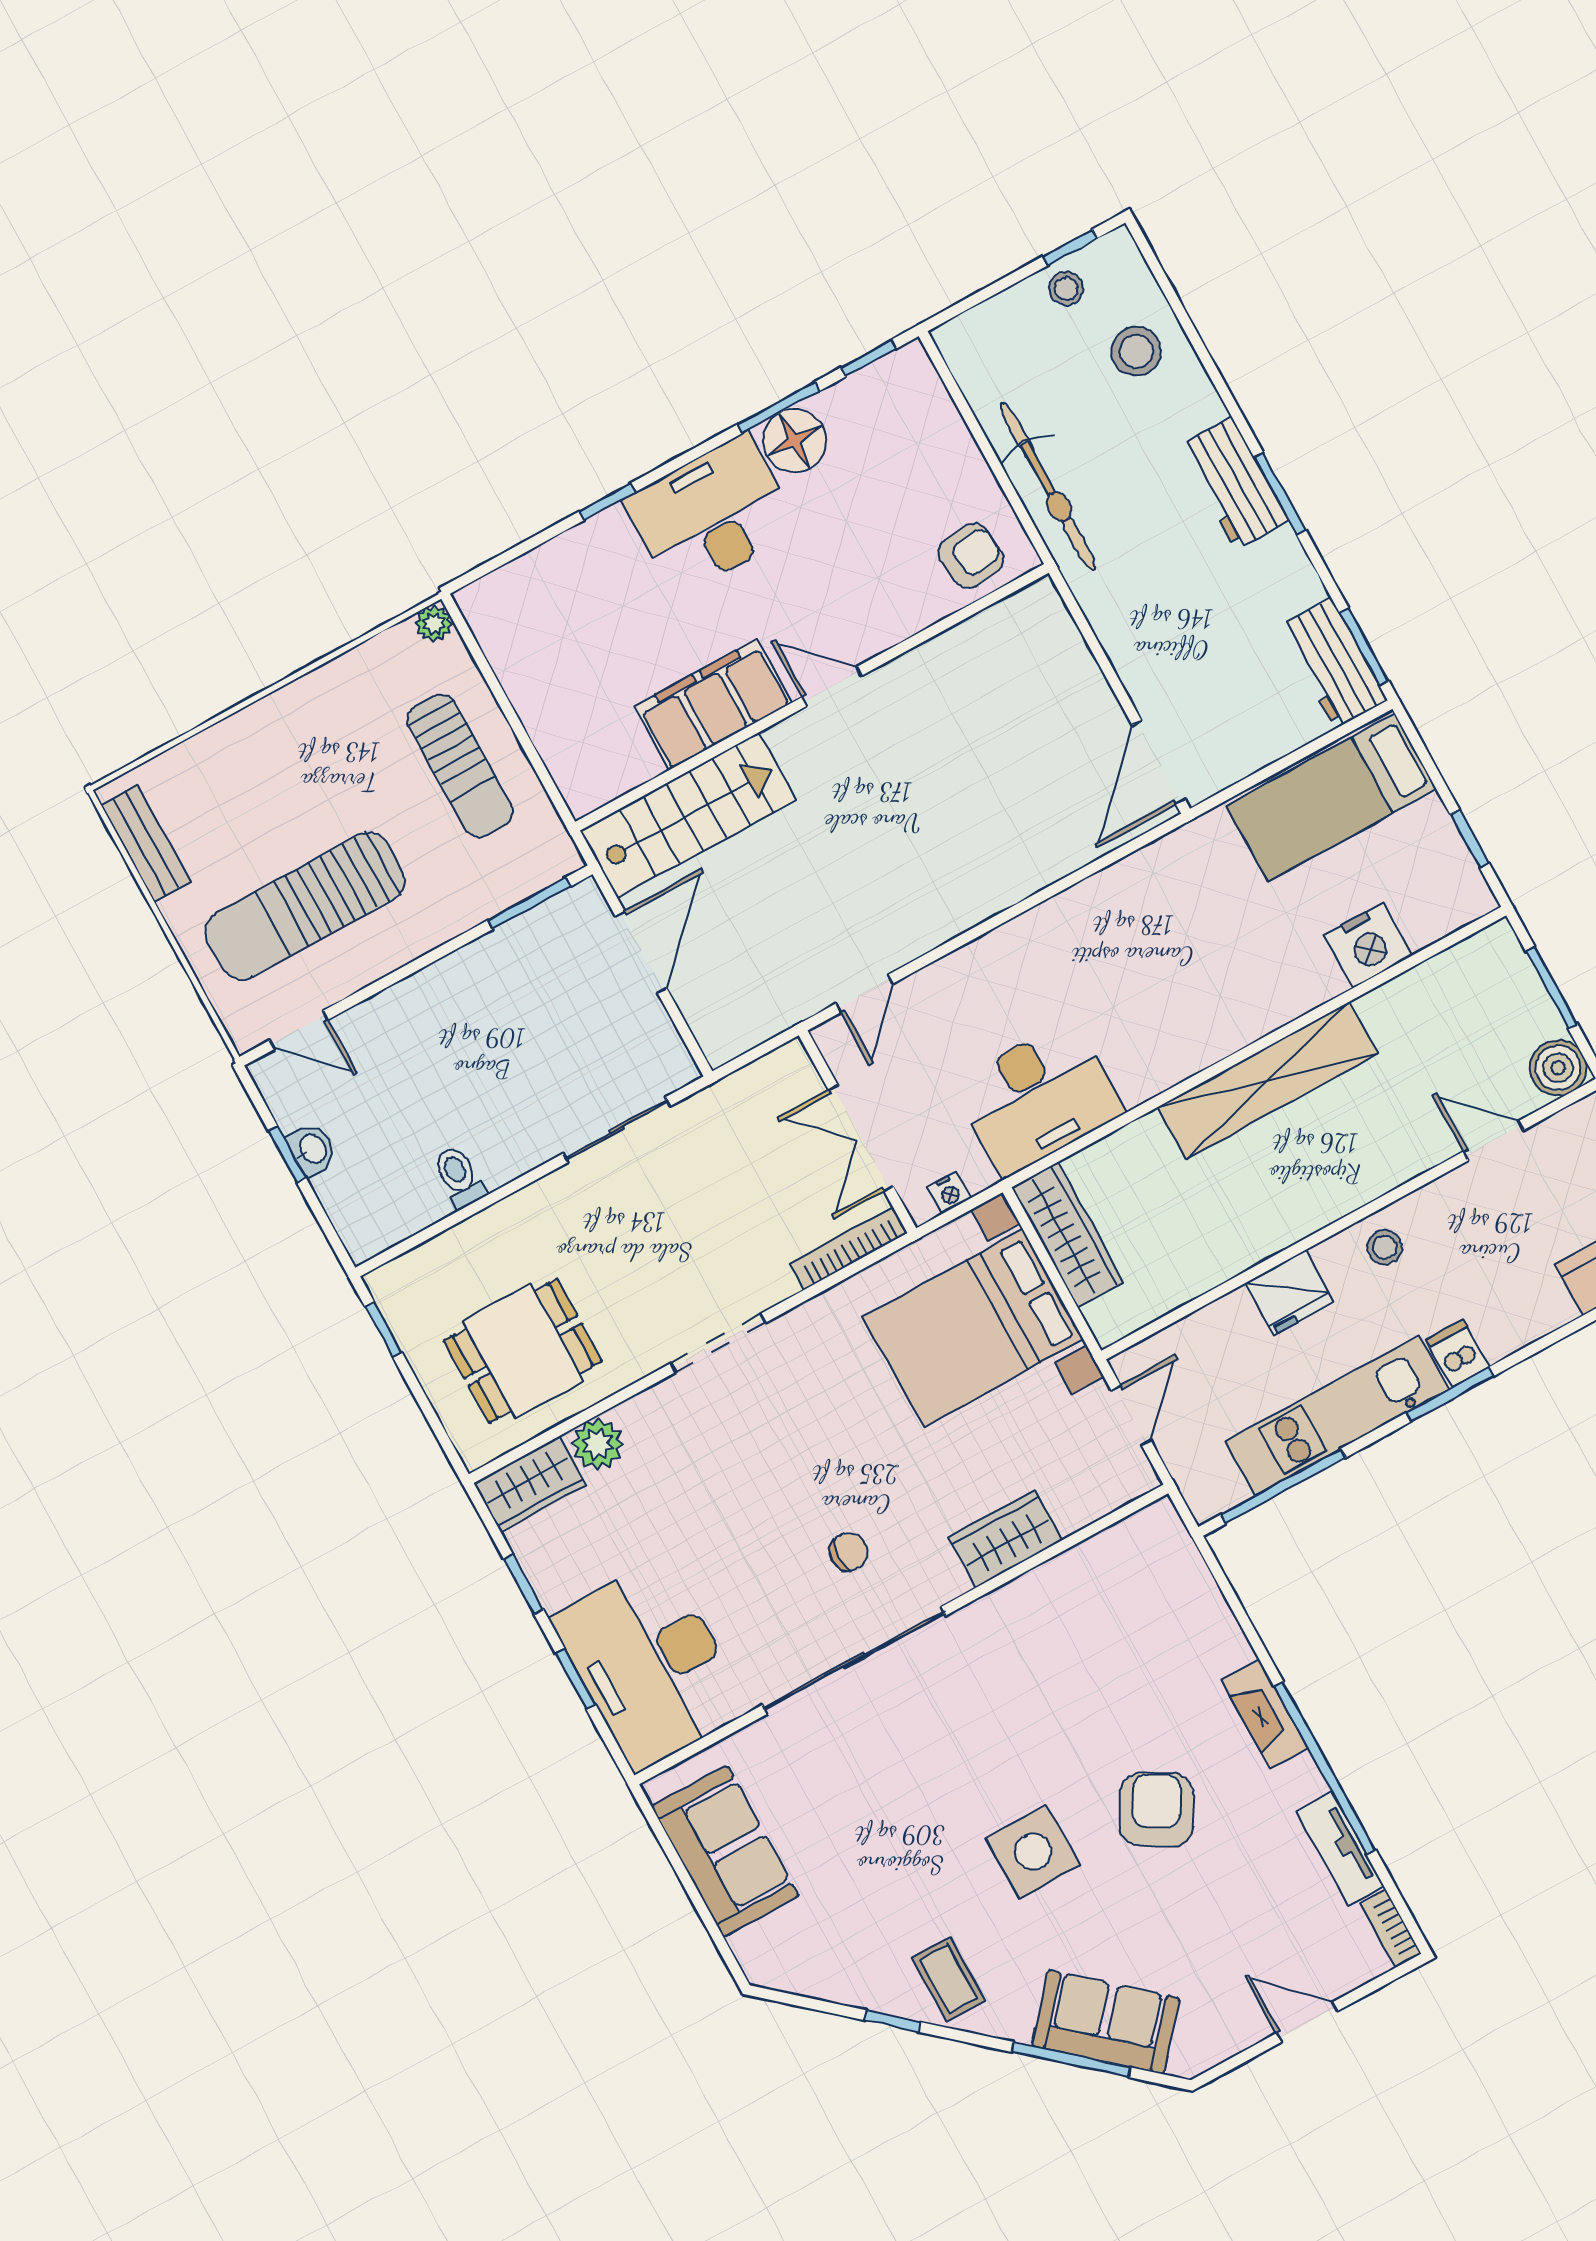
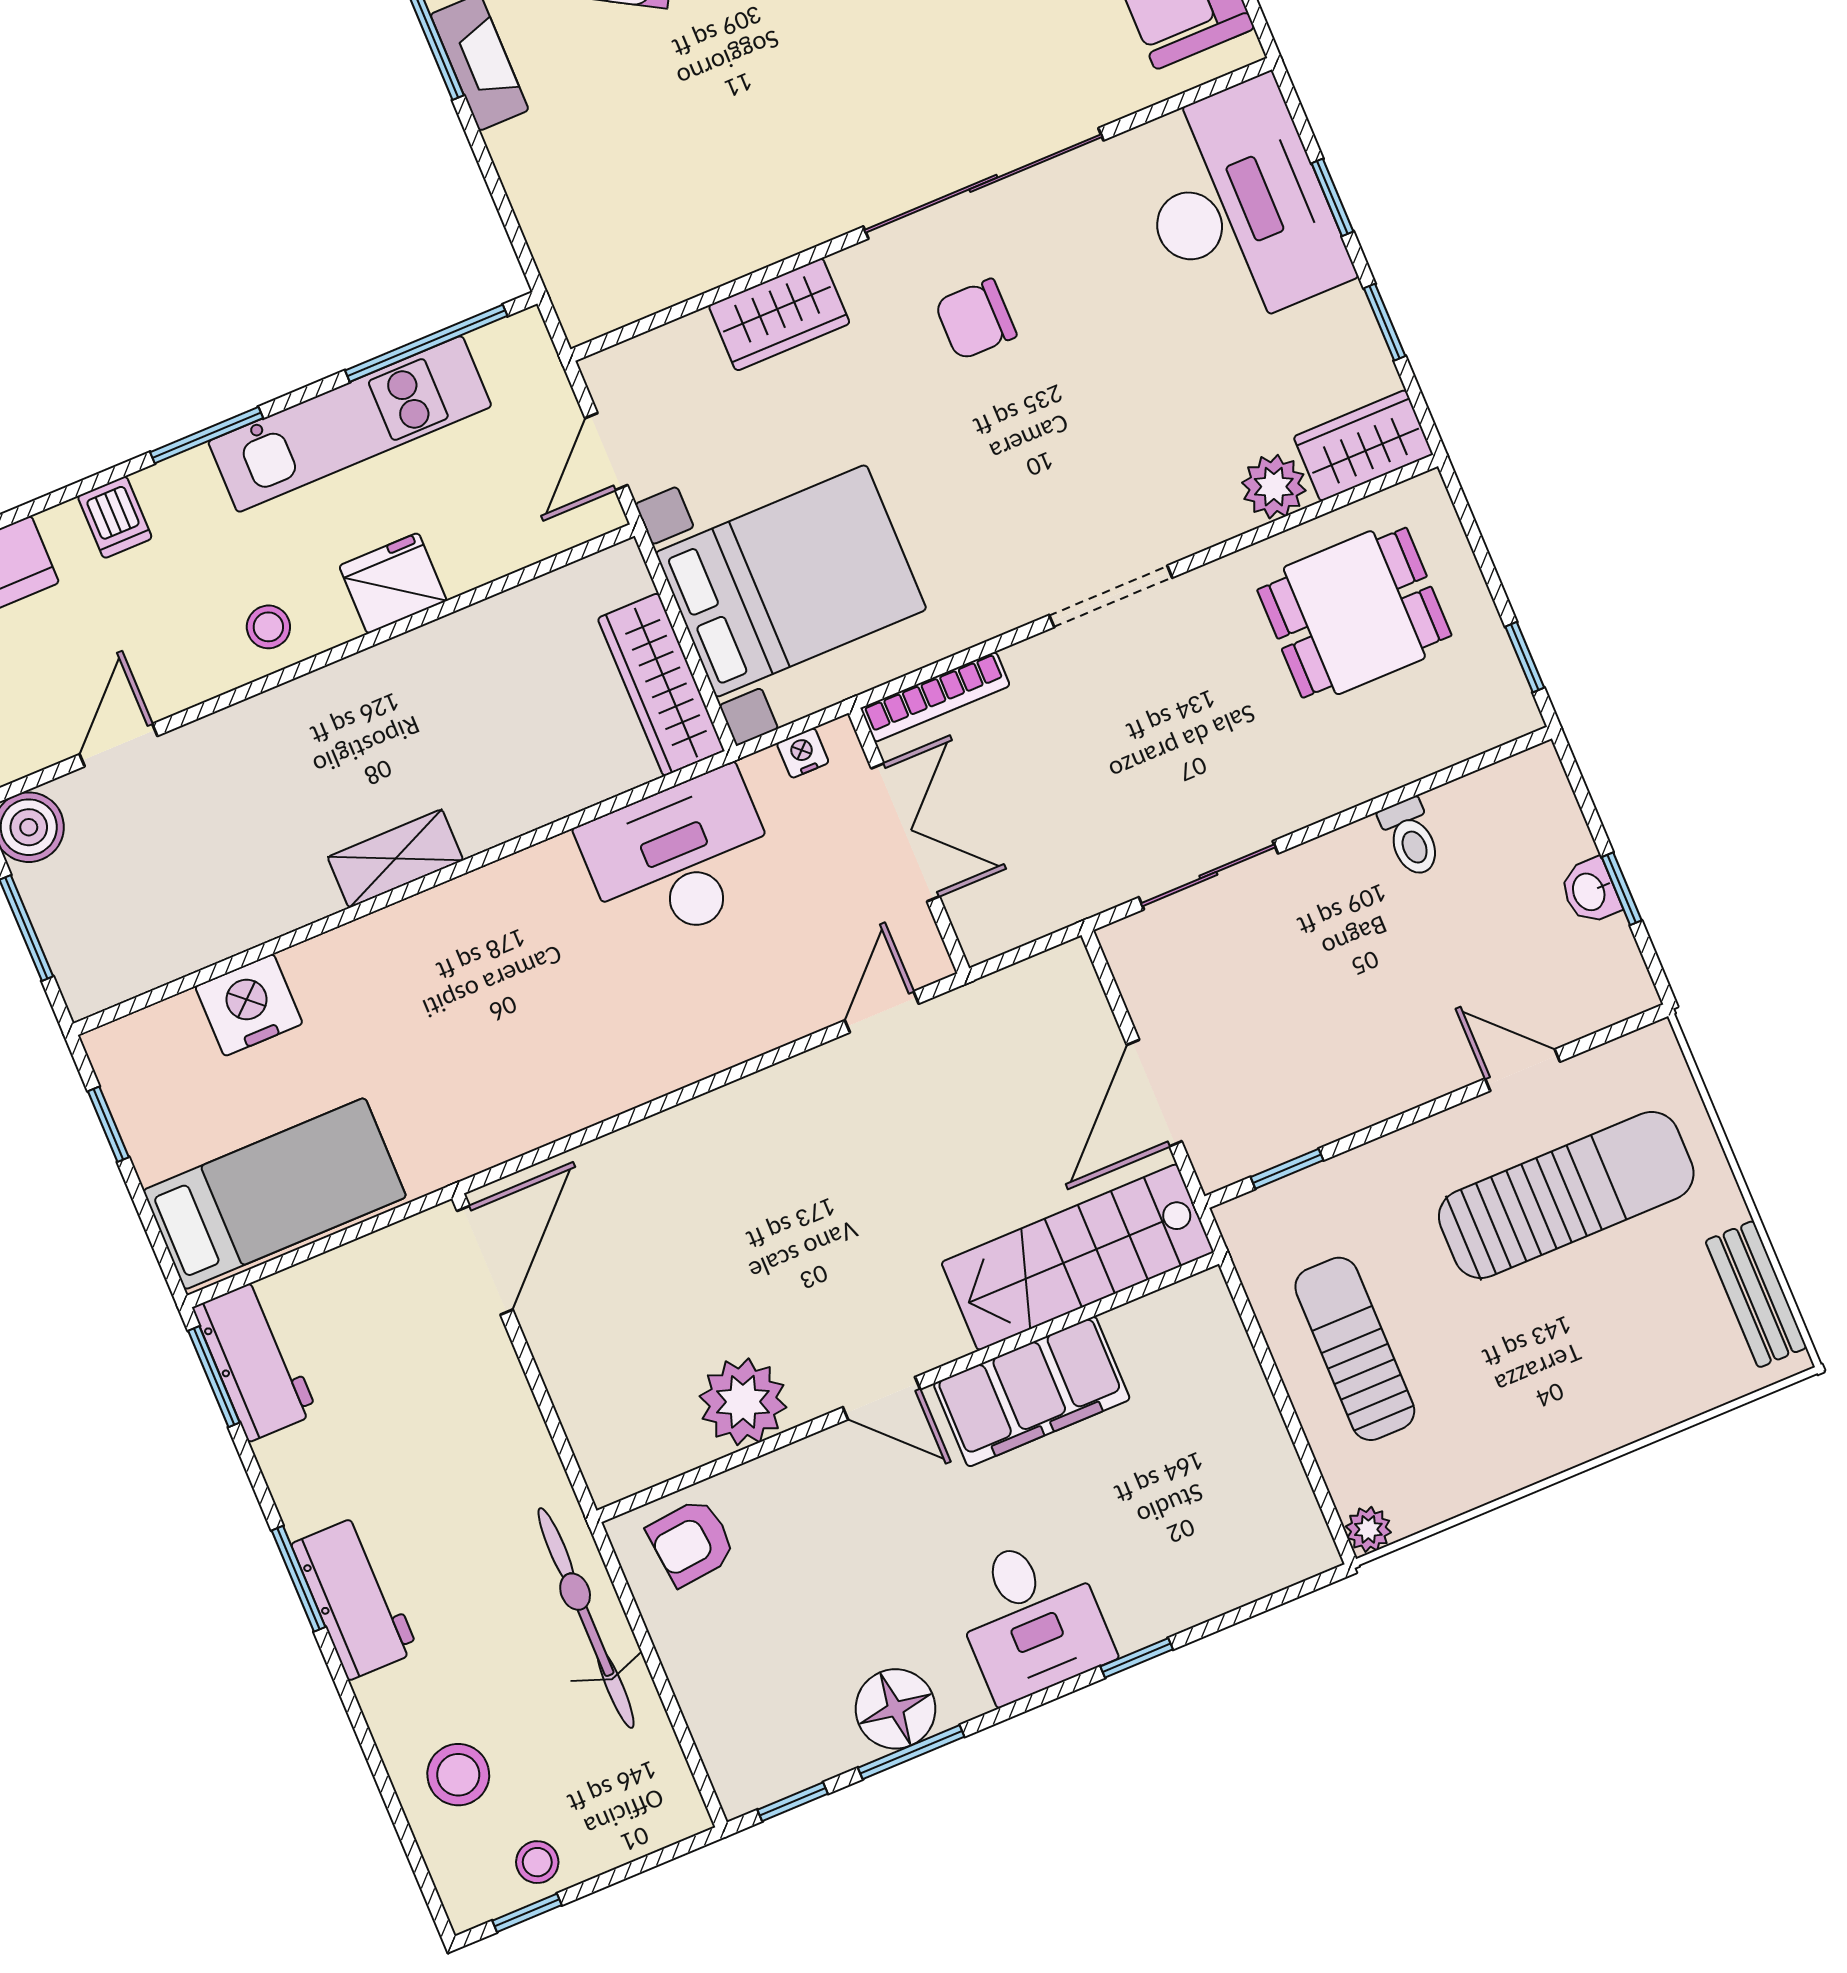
desk: (712, 515) -> (1031, 1618), width x0.73
plant: (942, 672) -> (743, 1402), added
window: (529, 903) -> (1287, 1169), width x0.67
door: (299, 1030) -> (1523, 1070), moved
shelving: (1268, 1080) -> (395, 859), width x0.45, depth x0.75
door: (1494, 1141) -> (118, 745), swing flipped
dishwasher: (1458, 1353) -> (115, 517), moved
chair: (849, 1552) -> (976, 319), width x1.37, depth x1.37

